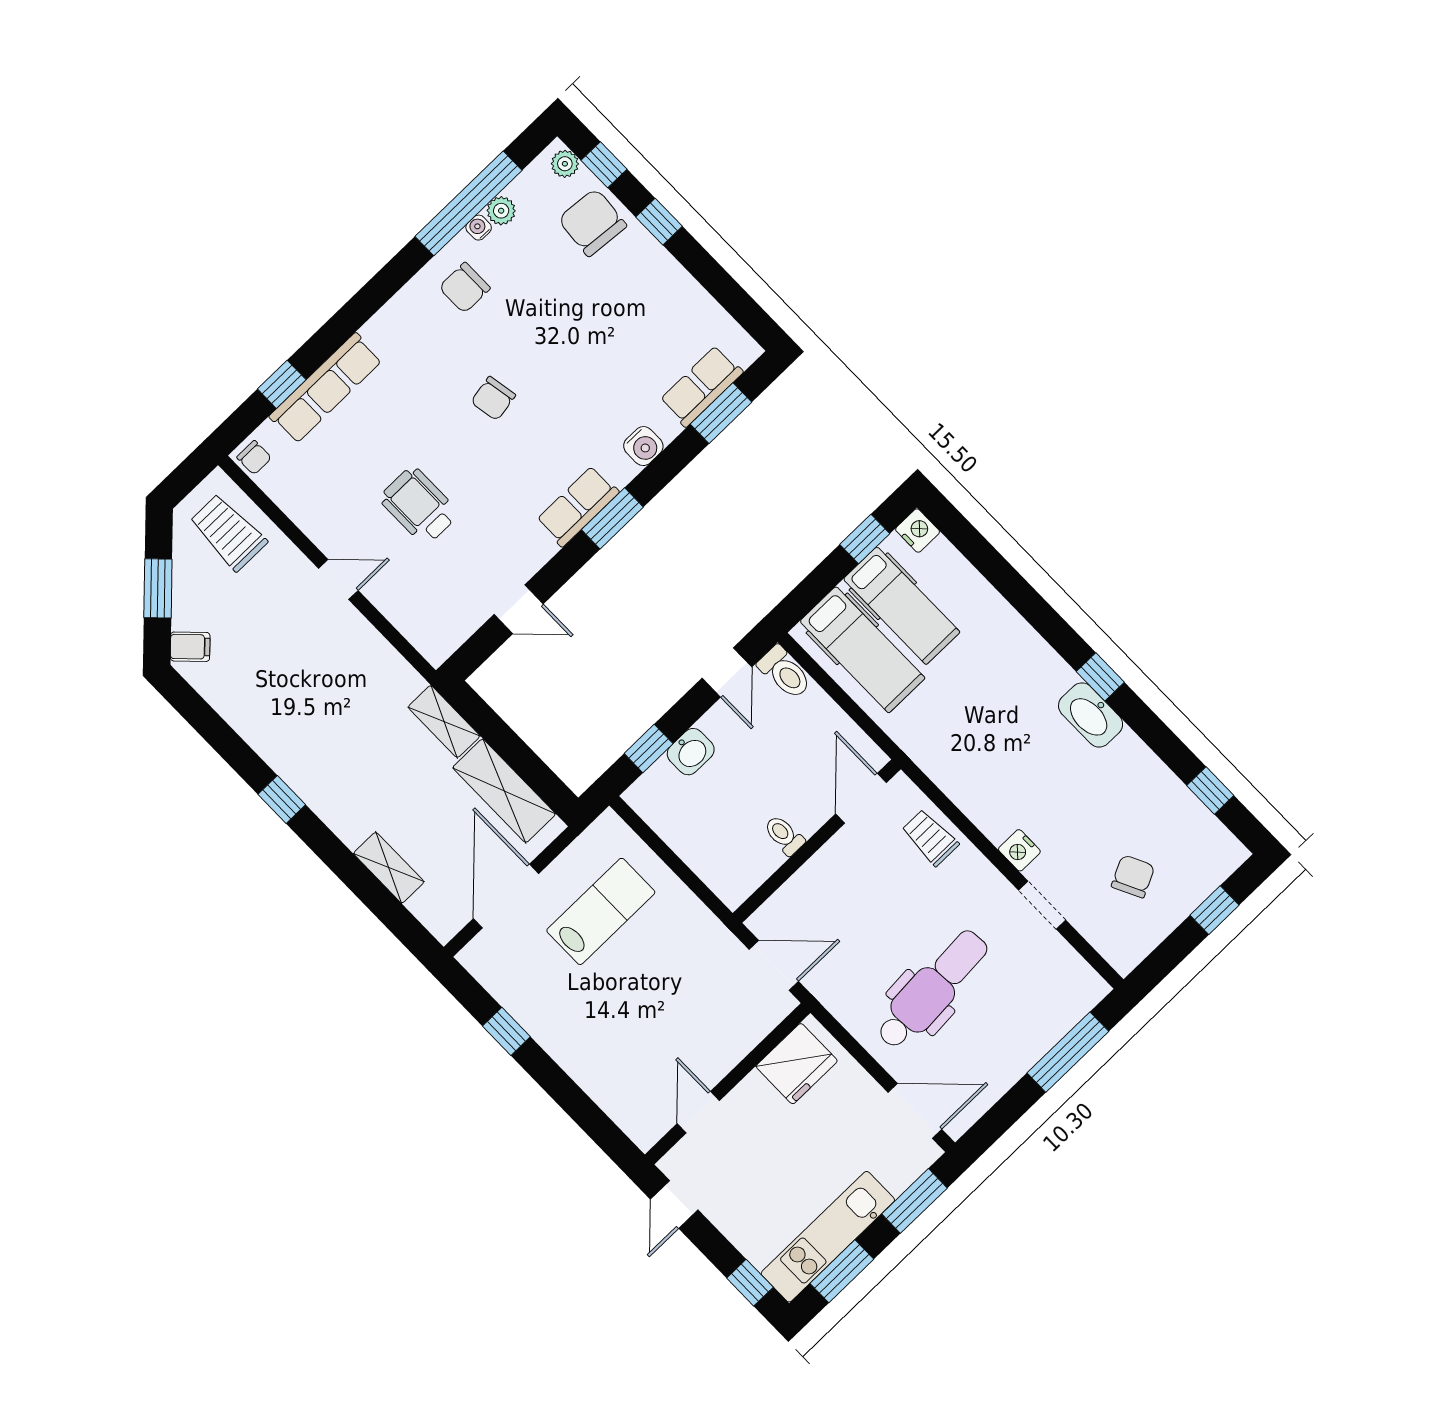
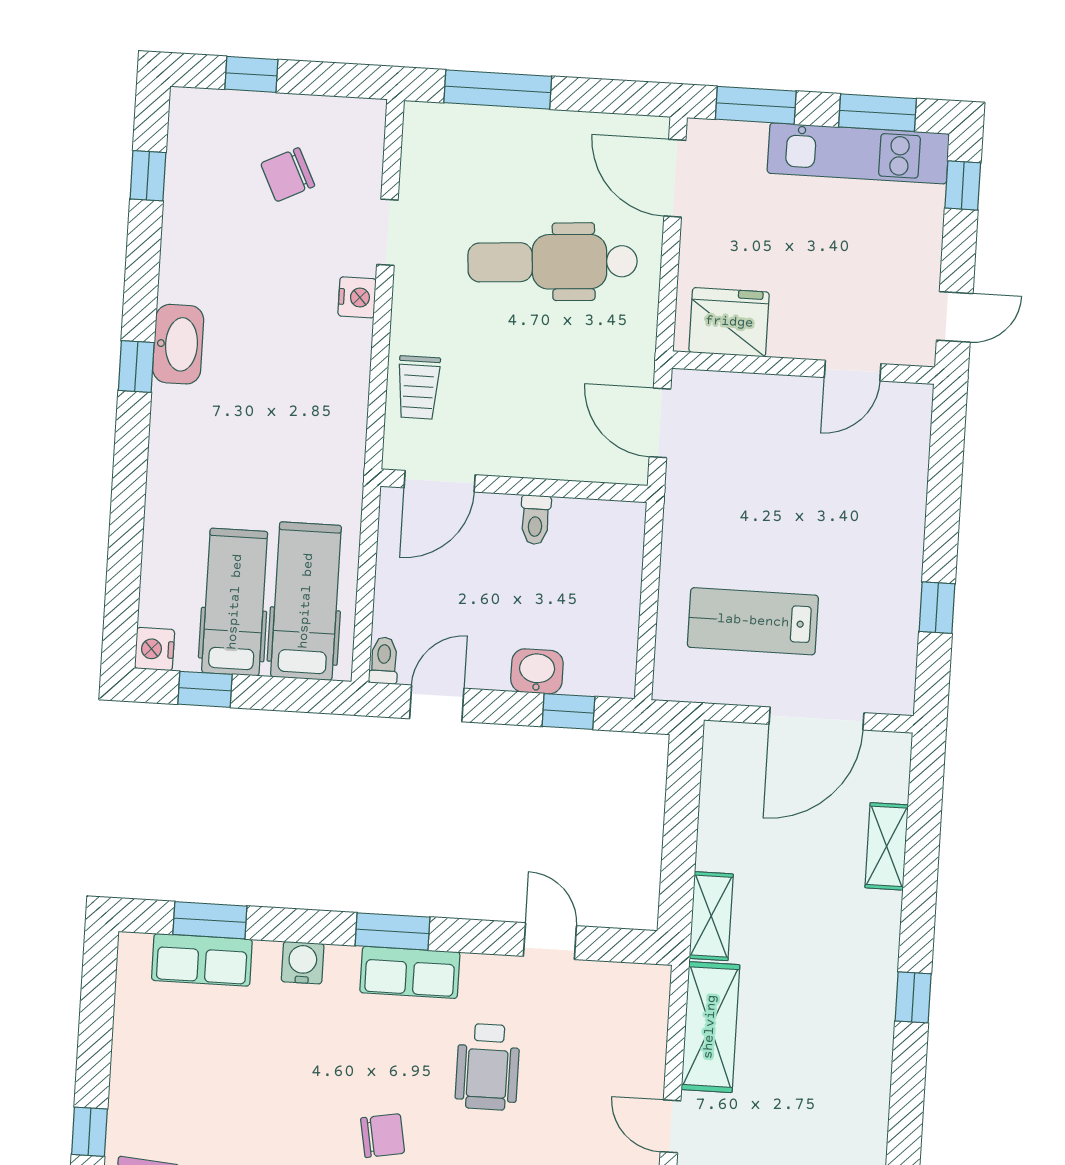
wheelchair: (419, 506) -> (487, 1067), moved
toilet: (785, 673) -> (384, 660), width x0.73, depth x0.72
shelving: (504, 791) -> (710, 1027), moved

